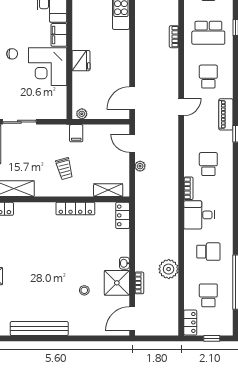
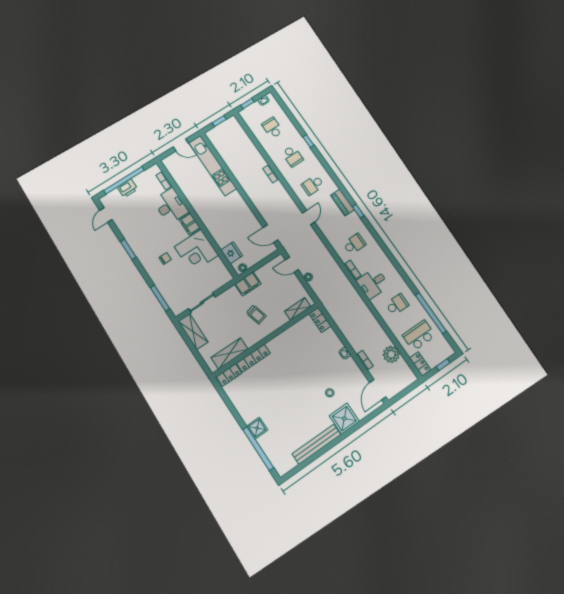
school desk: (208, 33) -> (292, 156), width x0.54
fridge: (81, 61) -> (232, 253), moved
school desk: (208, 77) -> (313, 185), turned -90
door: (132, 98) -> (270, 234), hinge flipped
filing cabinet: (76, 133) -> (248, 284), width x2.00
school desk: (208, 164) -> (354, 244), turned 90
locker: (75, 209) -> (253, 358), moved
plant: (169, 269) -> (391, 354), moved
shower: (117, 283) -> (344, 419), moved
school desk: (208, 295) -> (419, 336), width x1.85

